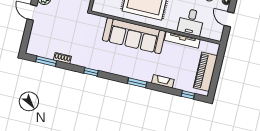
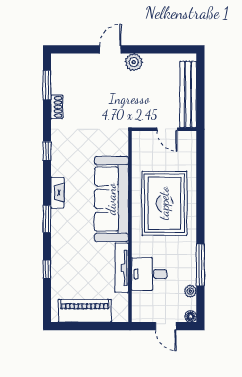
door: (229, 19) -> (166, 326), swing flipped
fireplace: (163, 81) -> (57, 193), moved
window: (188, 95) -> (47, 269), moved

